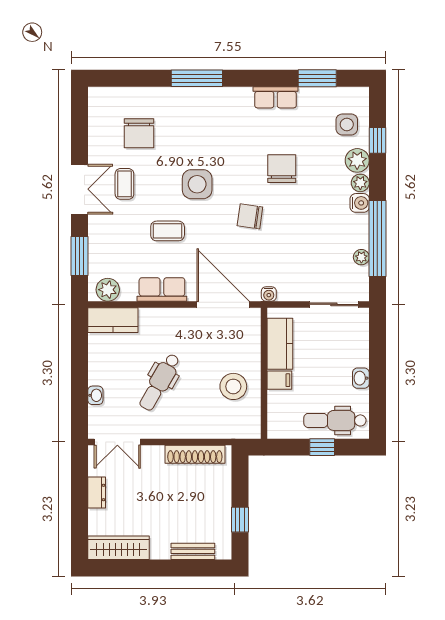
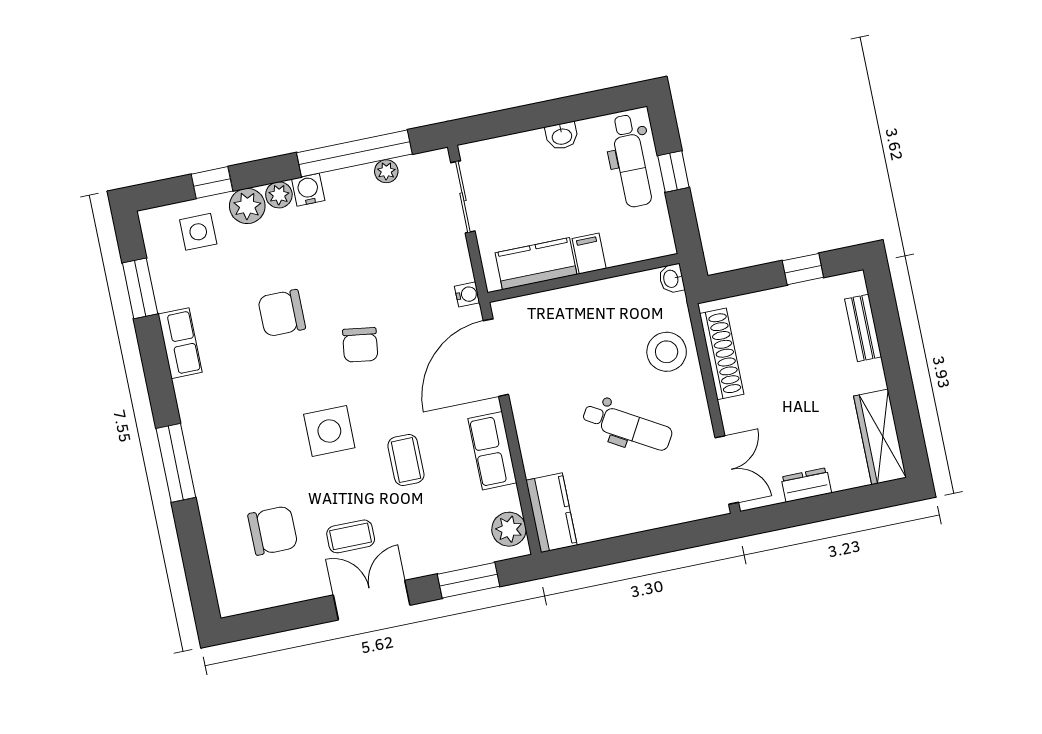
stool: (233, 386) -> (667, 352), moved
washbasin: (95, 395) -> (671, 279), moved, turned -90

